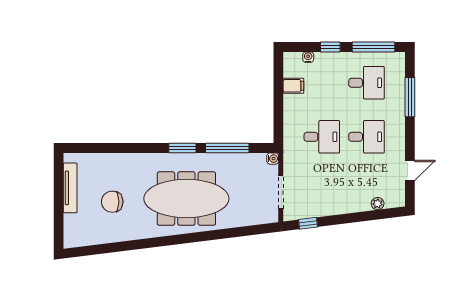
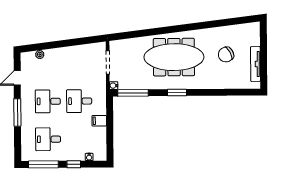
filing cabinet: (293, 86) -> (99, 121), moved
window: (410, 97) -> (17, 112), moved
window: (227, 148) -> (133, 93), moved
chair: (112, 202) -> (226, 55), turned 151
window: (308, 223) -> (88, 40), removed

